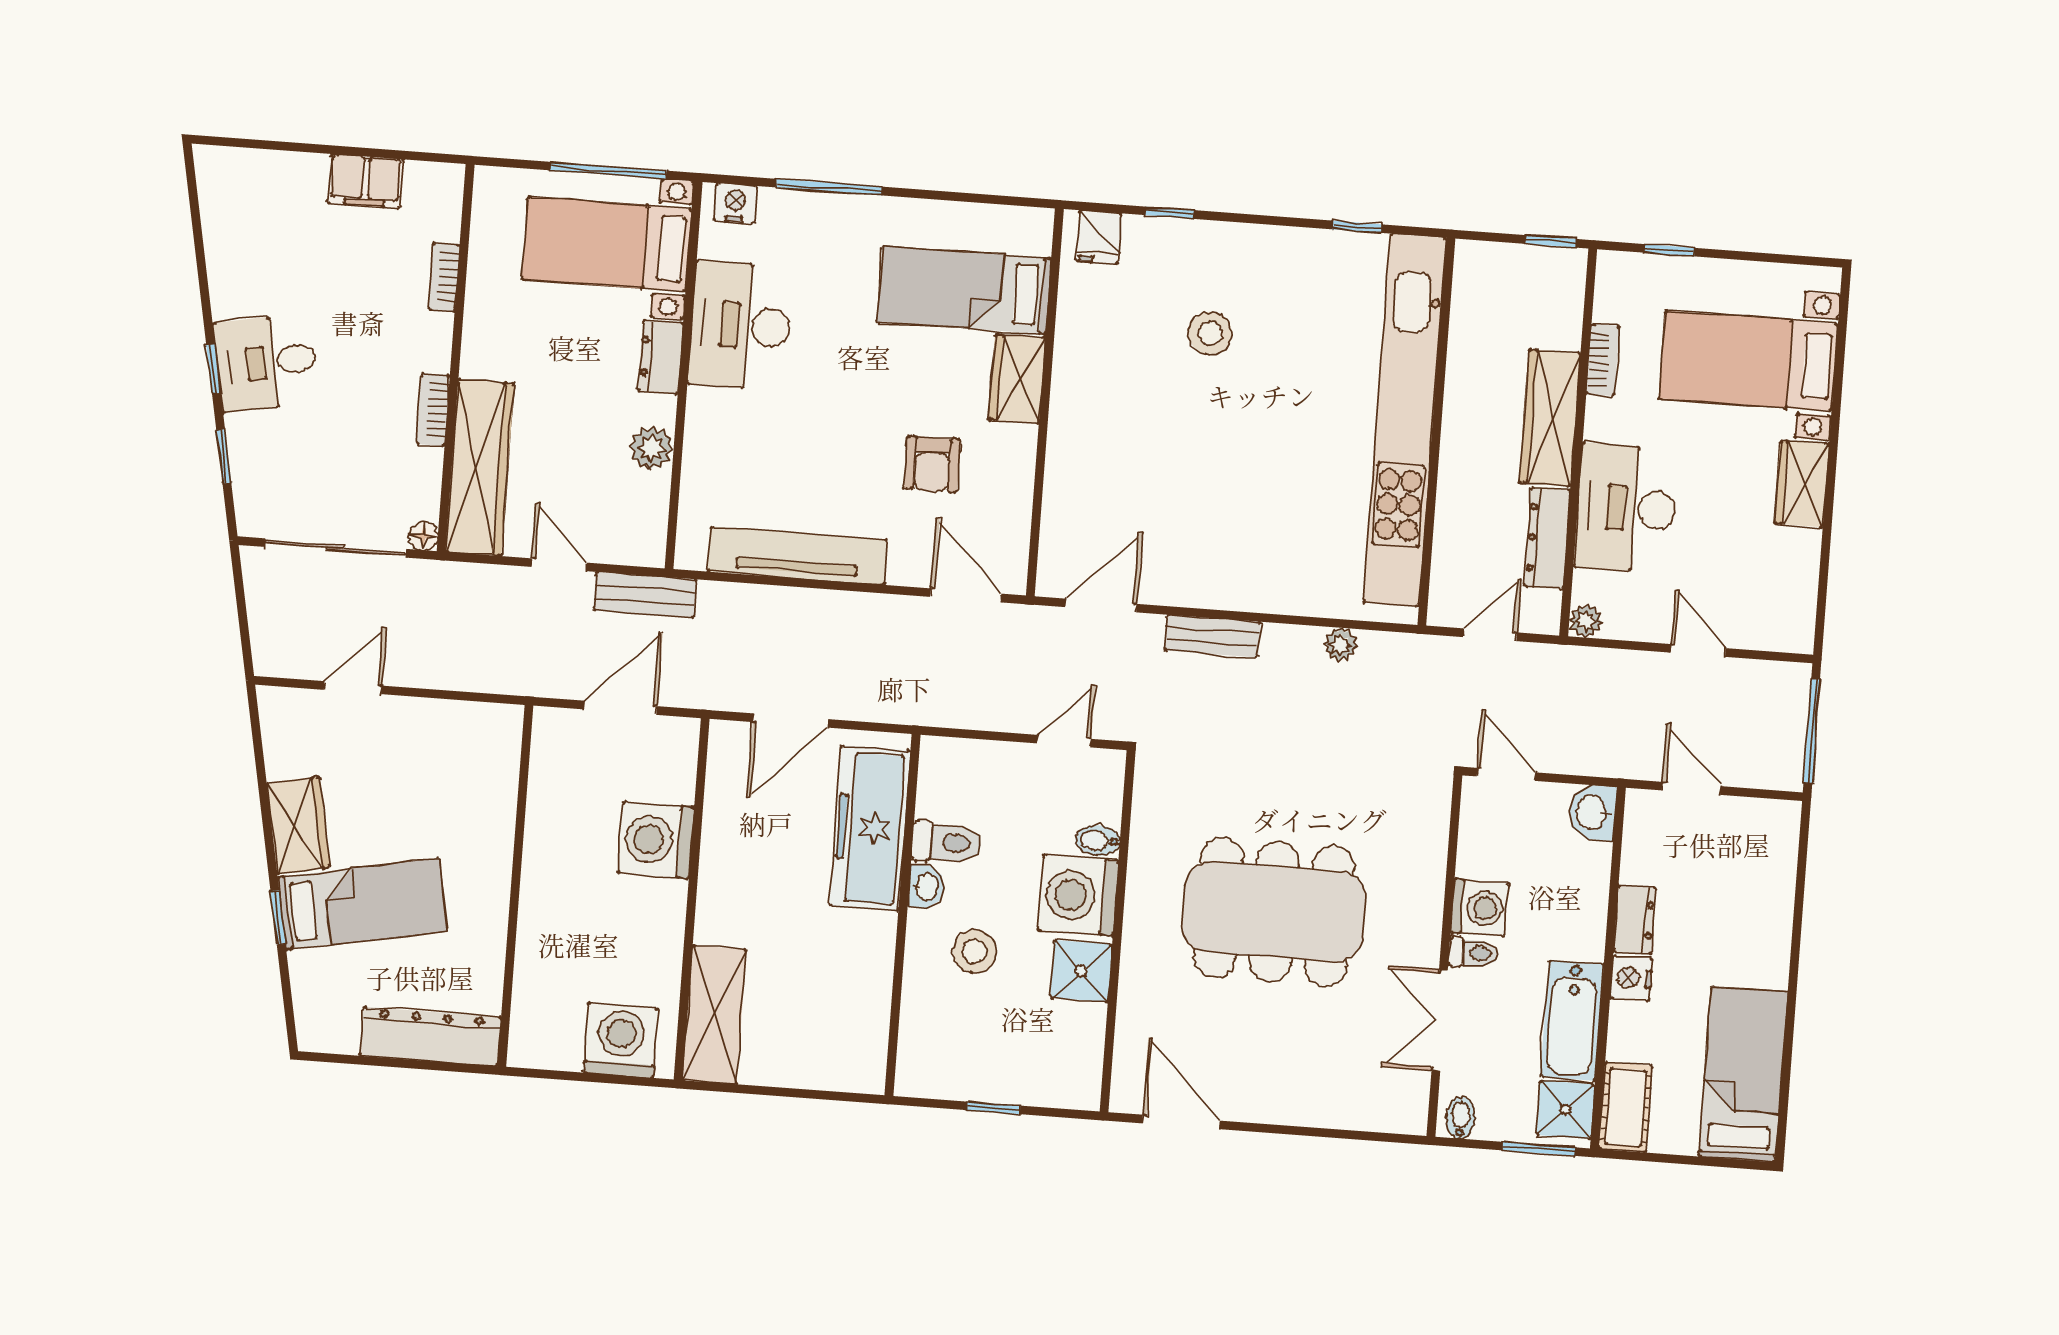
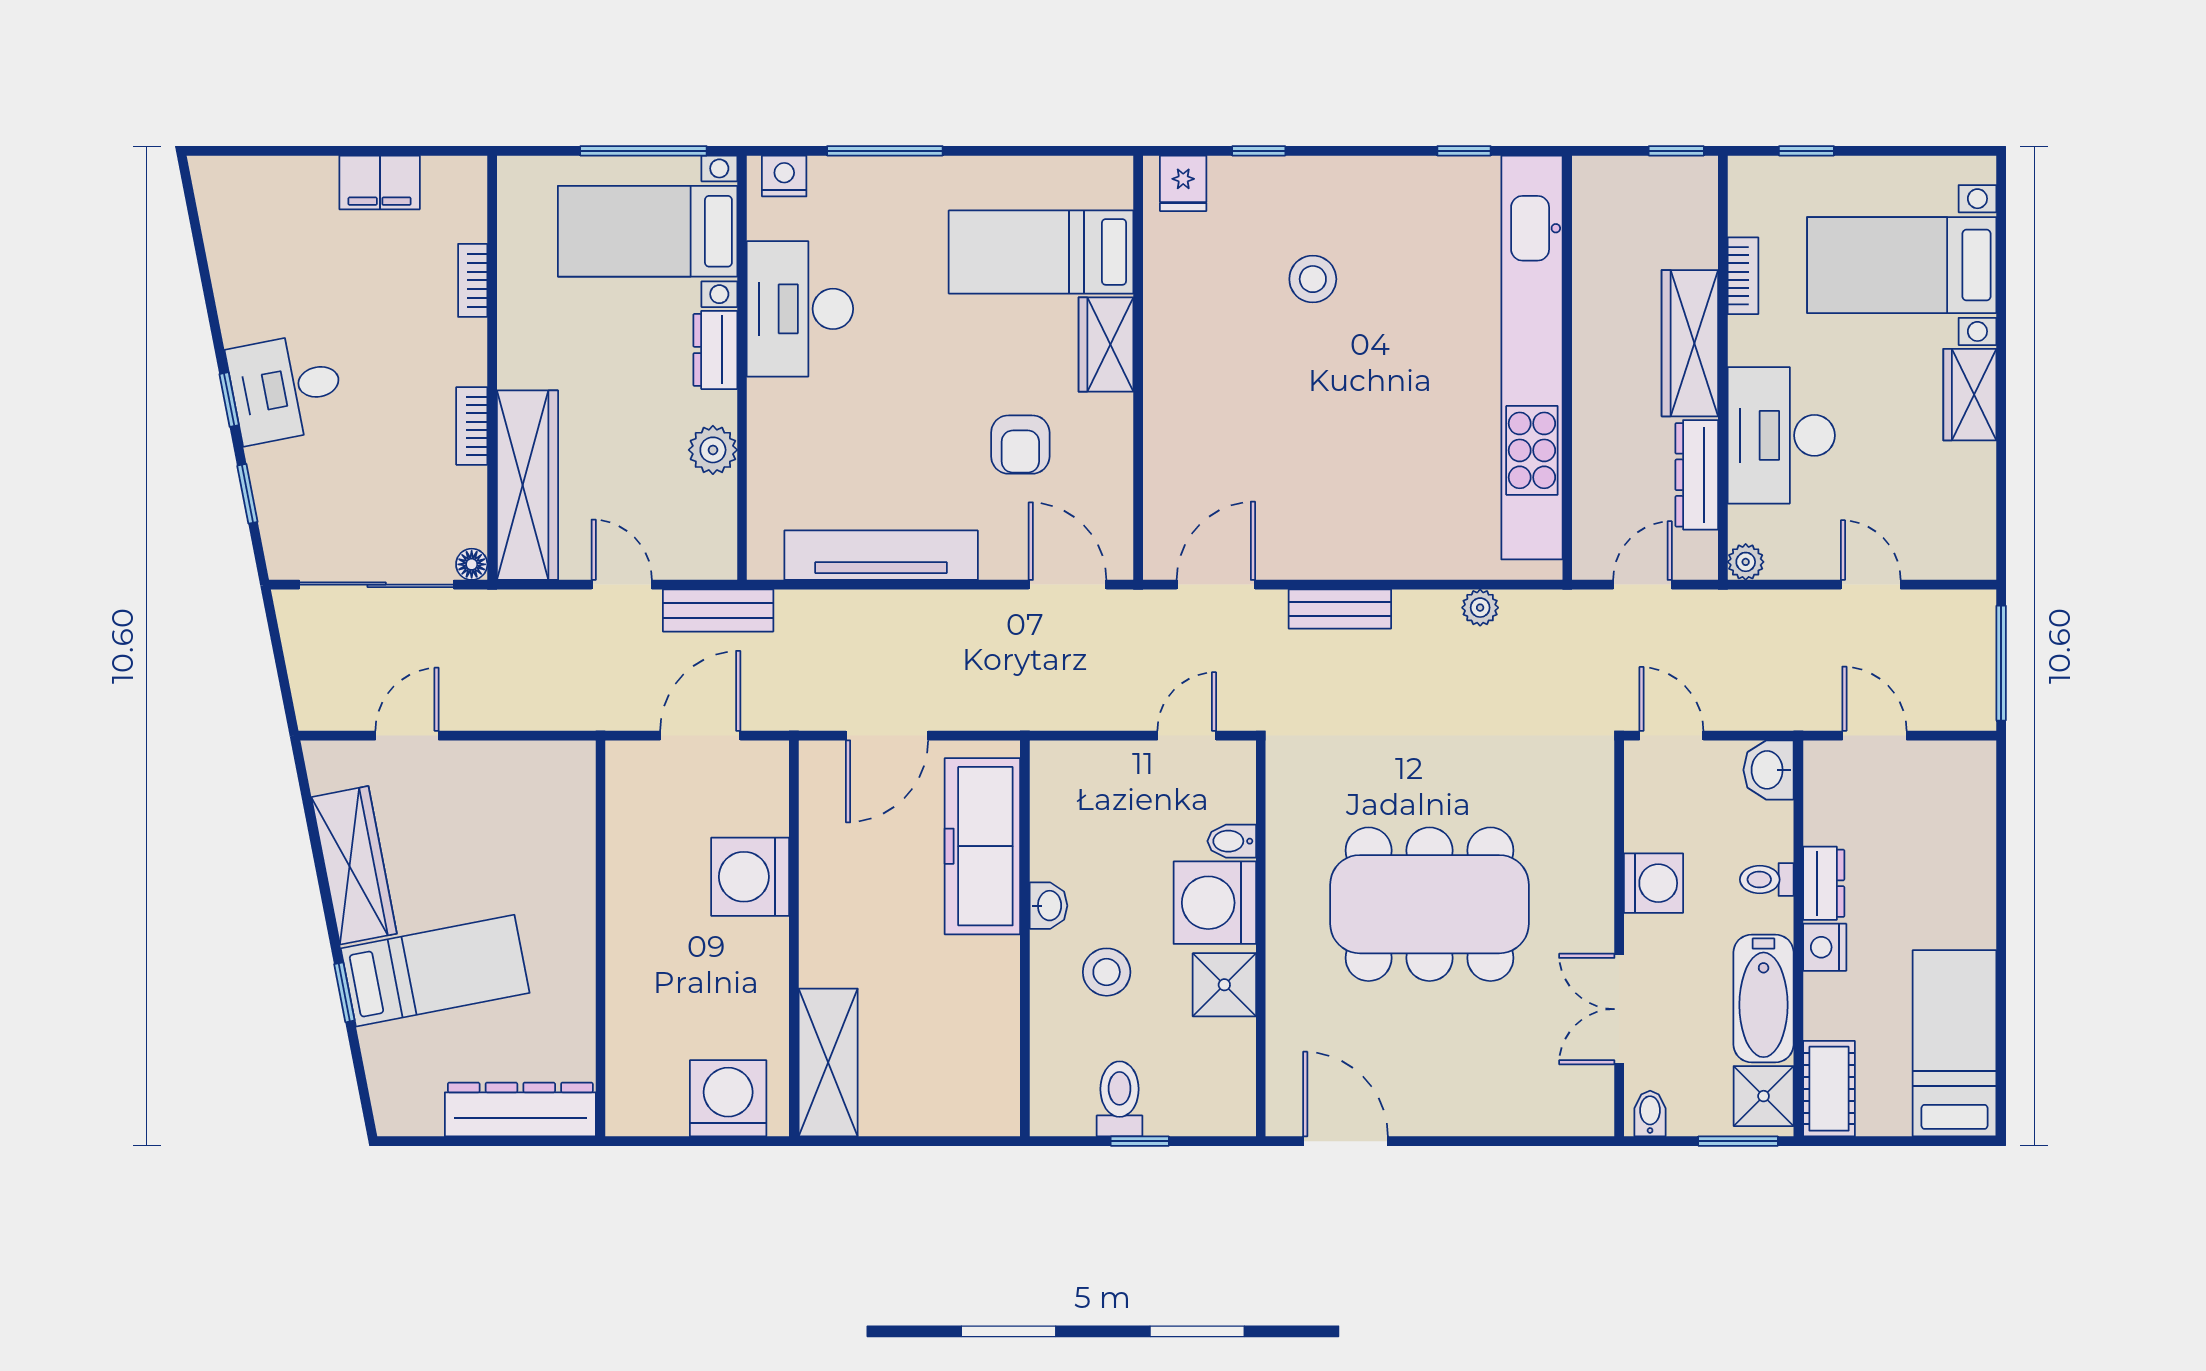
wardrobe: (298, 825) -> (354, 865), width x1.50
toilet: (947, 843) -> (1120, 1099), moved, turned -90
toilet: (1474, 953) -> (1767, 880), moved, turned 180

